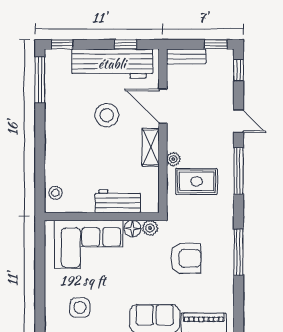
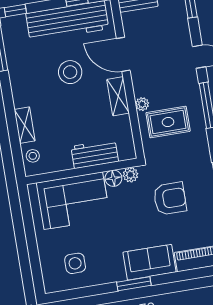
shelving: (52, 161) -> (25, 125), added

